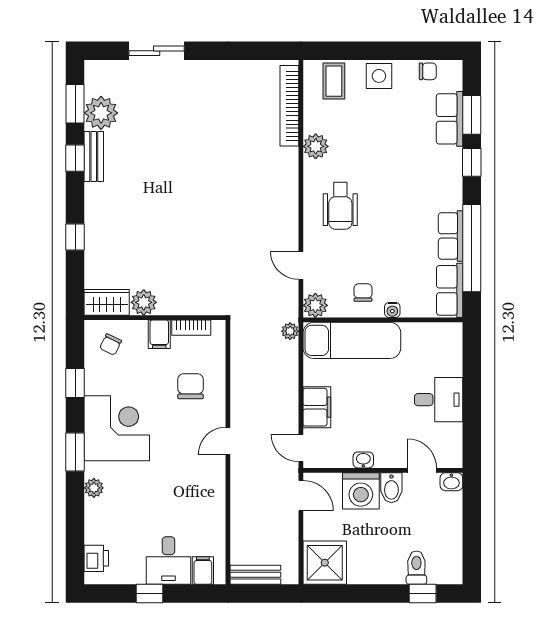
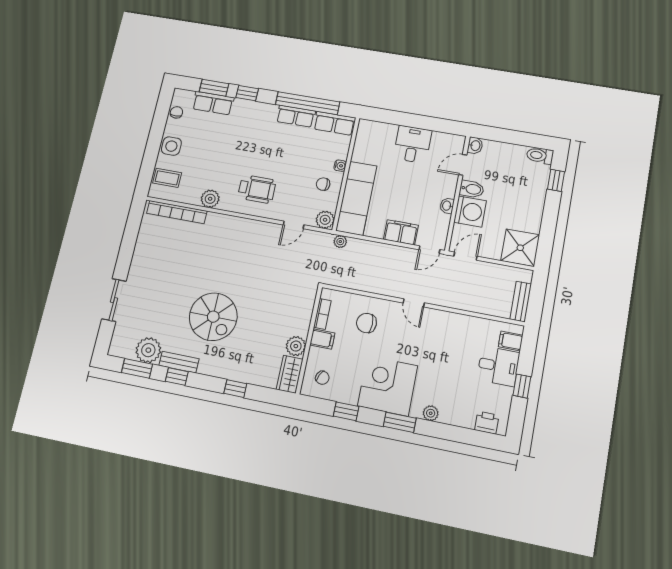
spiral stairs: (160, 187) -> (213, 317), added
toilet: (416, 568) -> (540, 156), moved

